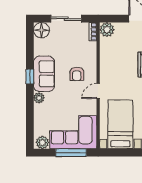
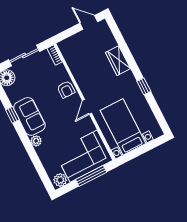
plant: (107, 30) -> (66, 47), removed
armchair: (77, 74) -> (66, 89), moved
window: (30, 77) -> (12, 115), moved

